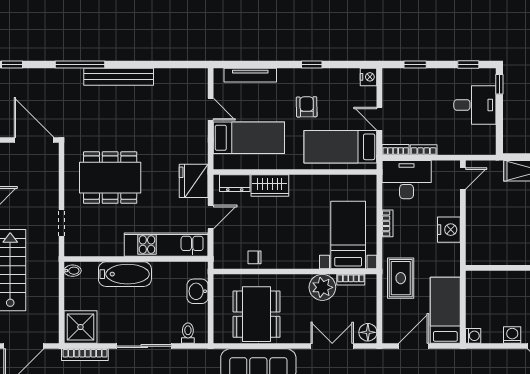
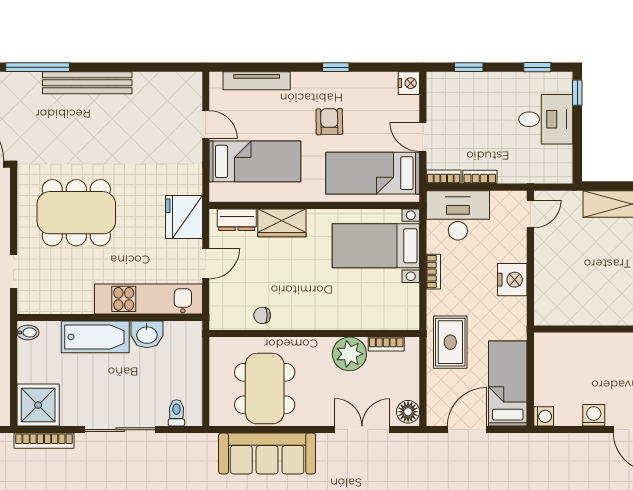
bed with nightstands: (348, 235) -> (376, 246), moved, turned -90
washbasin: (198, 291) -> (147, 334), moved, turned -90

